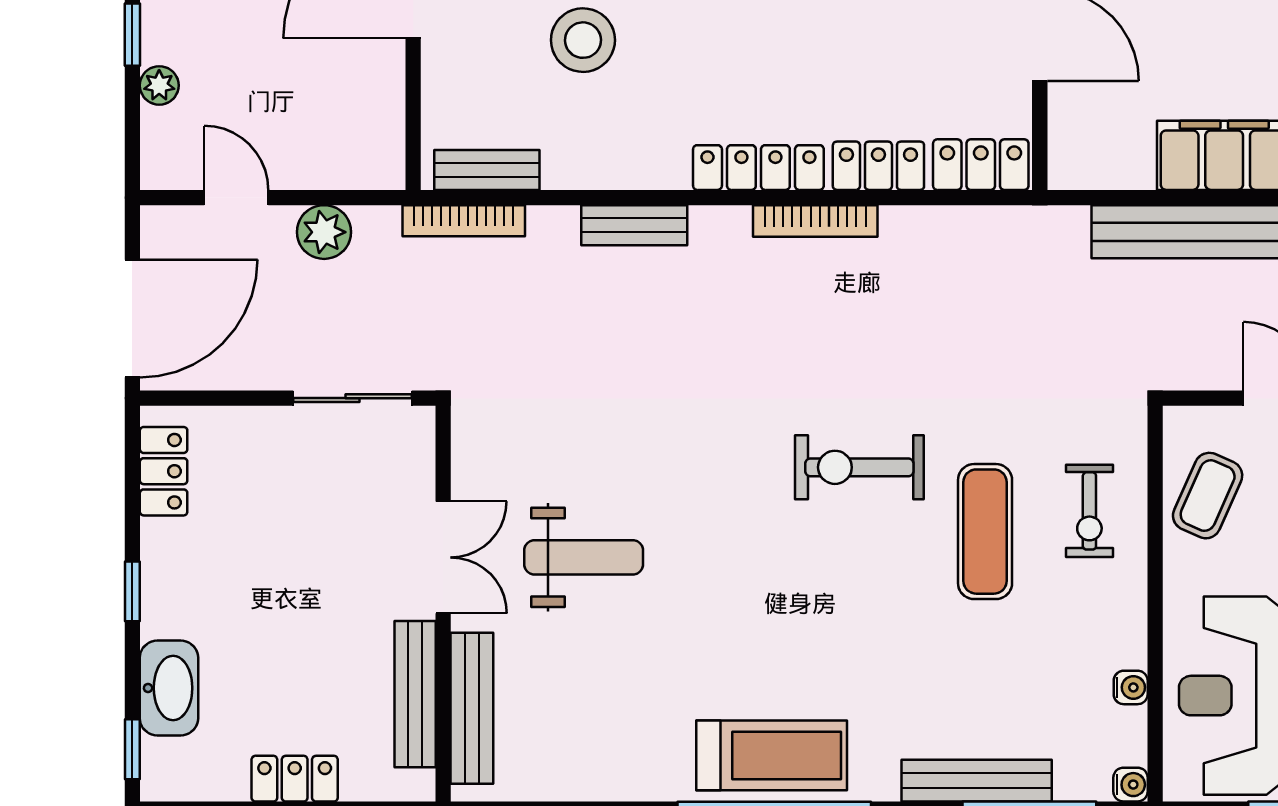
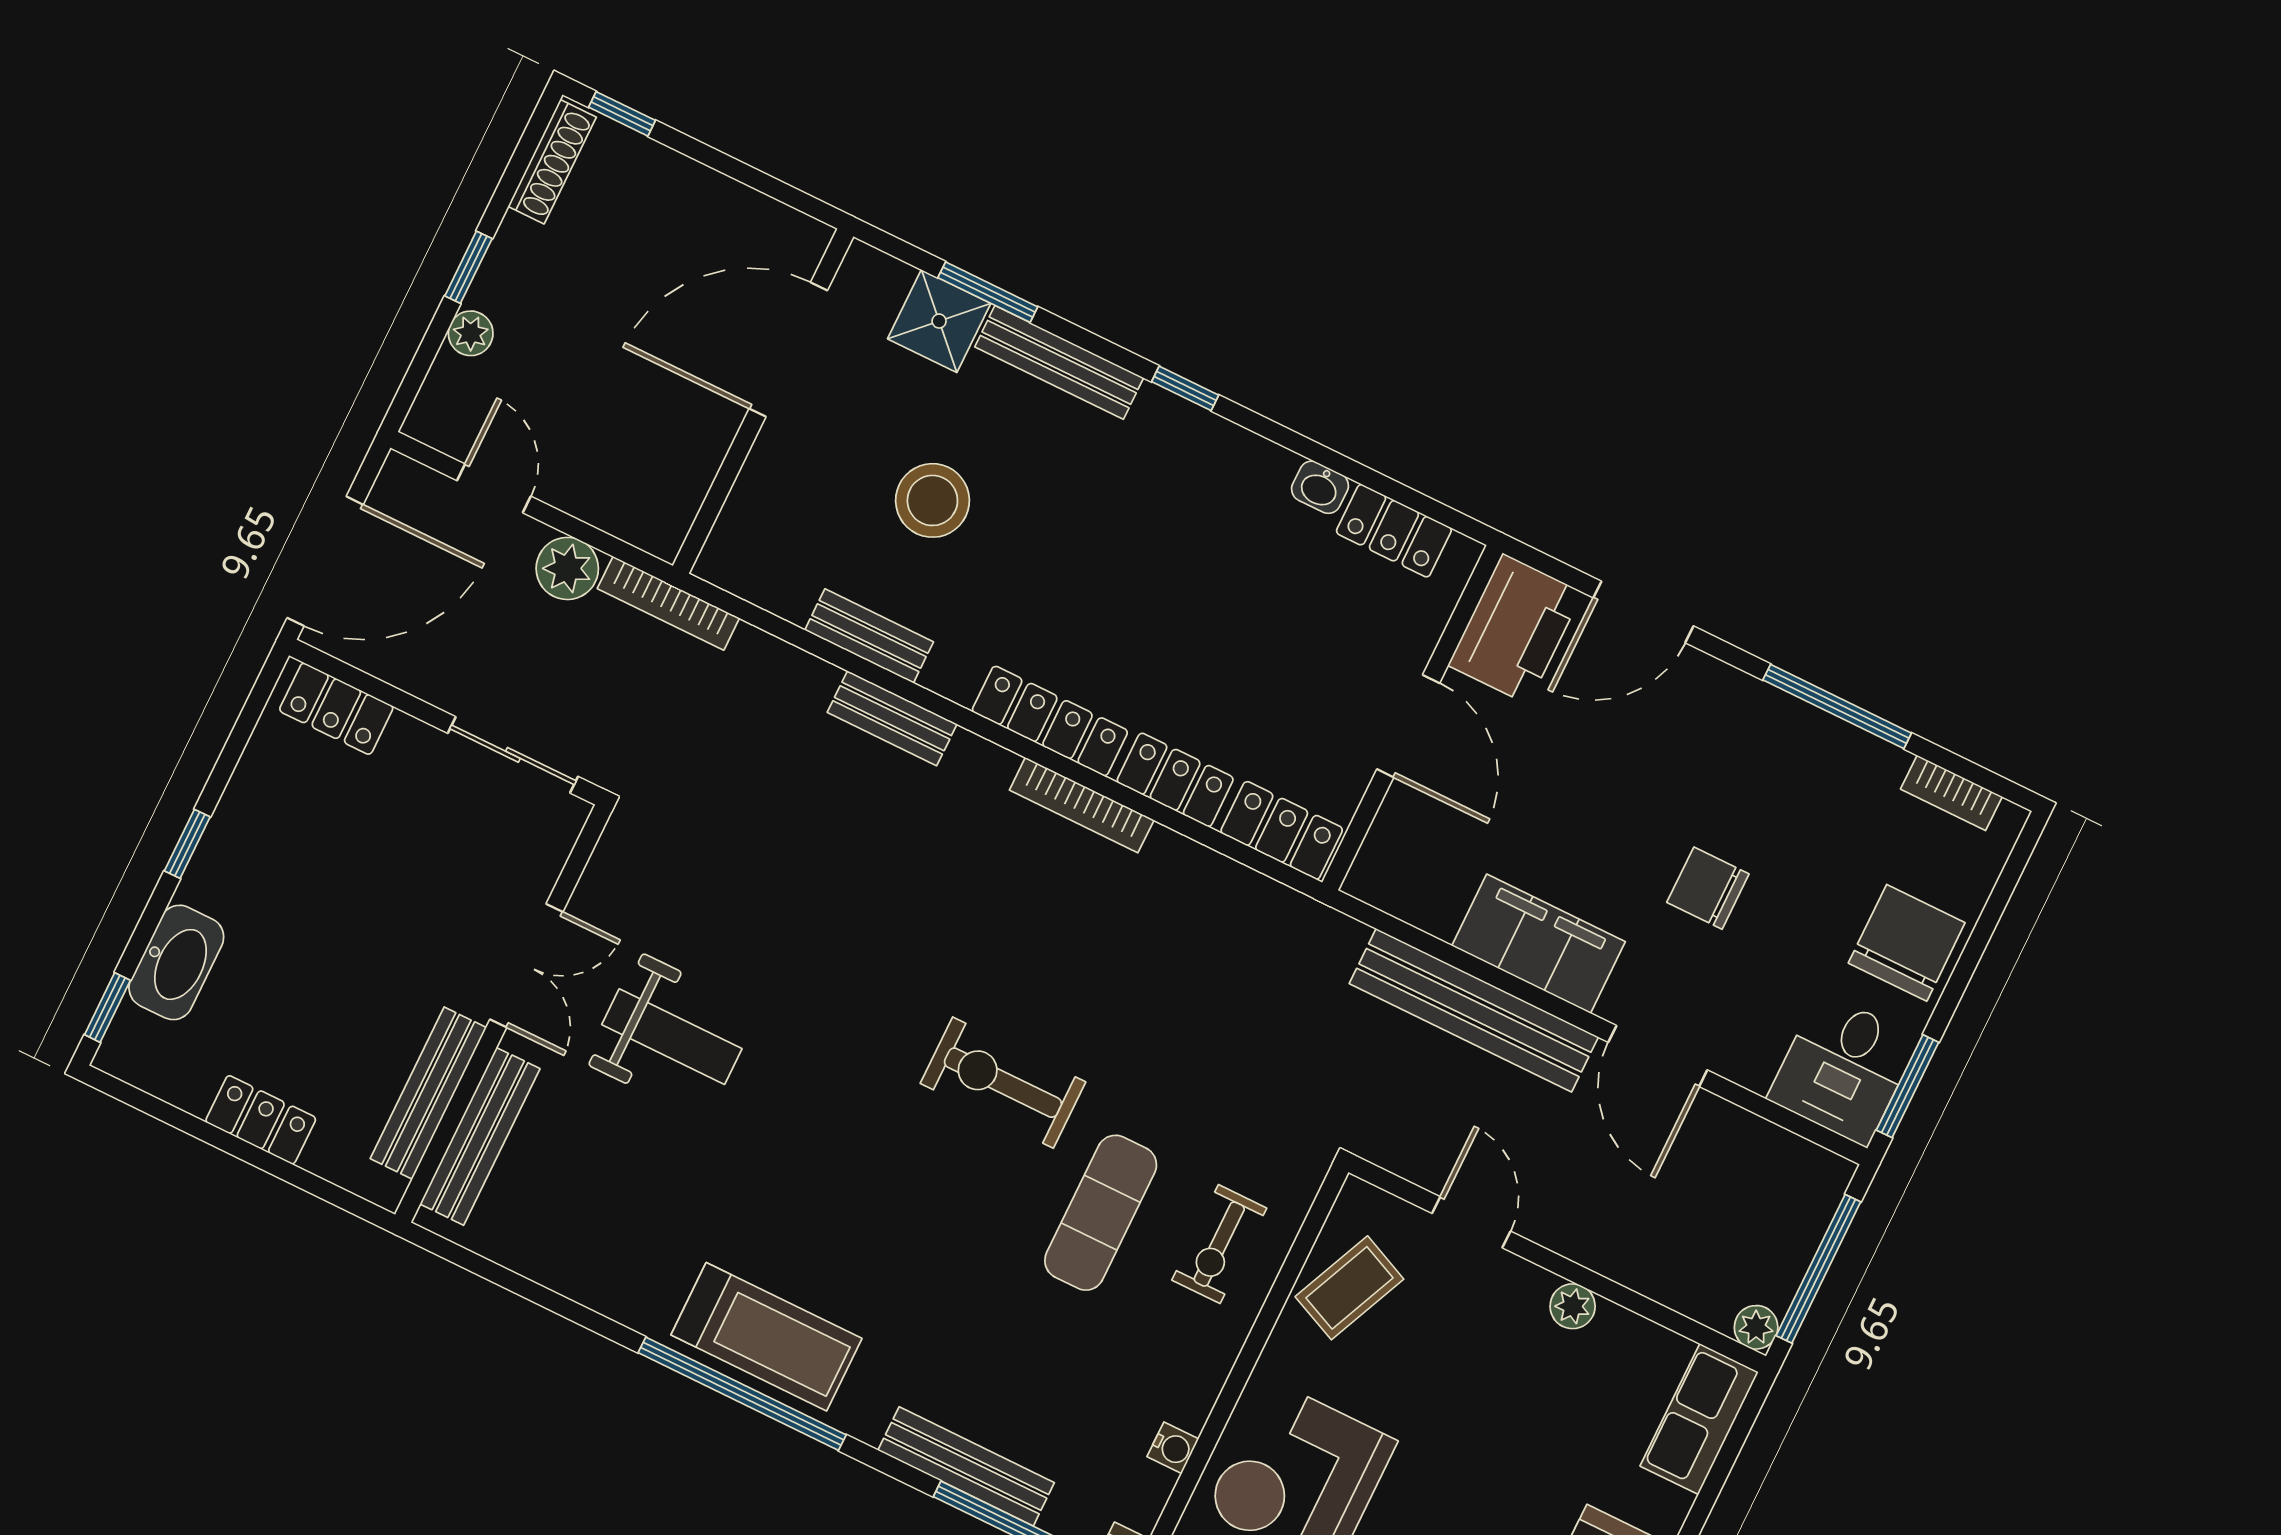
bench: (487, 170) -> (869, 636), moved
bookcase: (464, 221) -> (668, 603), moved
locker: (164, 471) -> (336, 709), moved, turned 90

